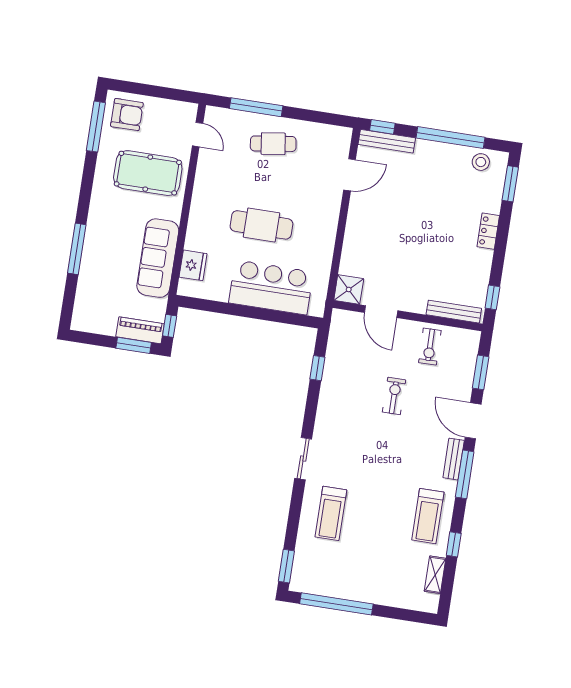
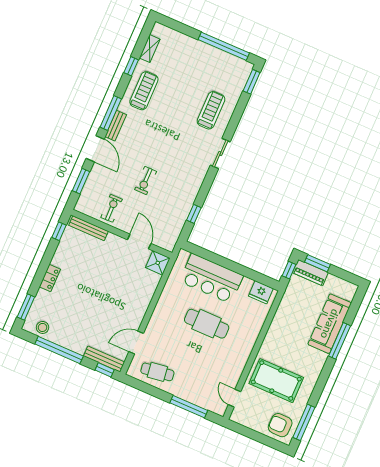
cafe table: (273, 144) -> (157, 372), moved
sofa: (158, 258) -> (330, 324), moved, turned 180
fridge: (193, 265) -> (261, 292), moved, turned -90

